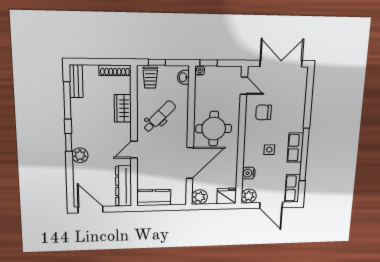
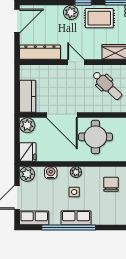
rug: (85, 125) -> (99, 18), added
plant: (249, 148) -> (76, 172), added
kitchen counter: (154, 198) -> (28, 96), moved

